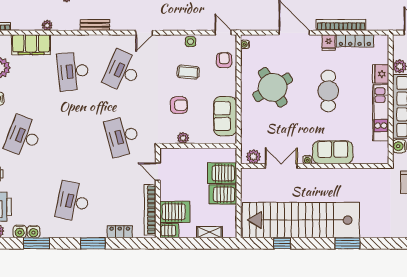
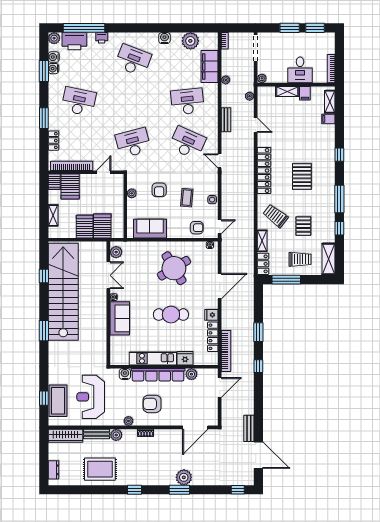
bookcase: (341, 25) -> (226, 351), moved

